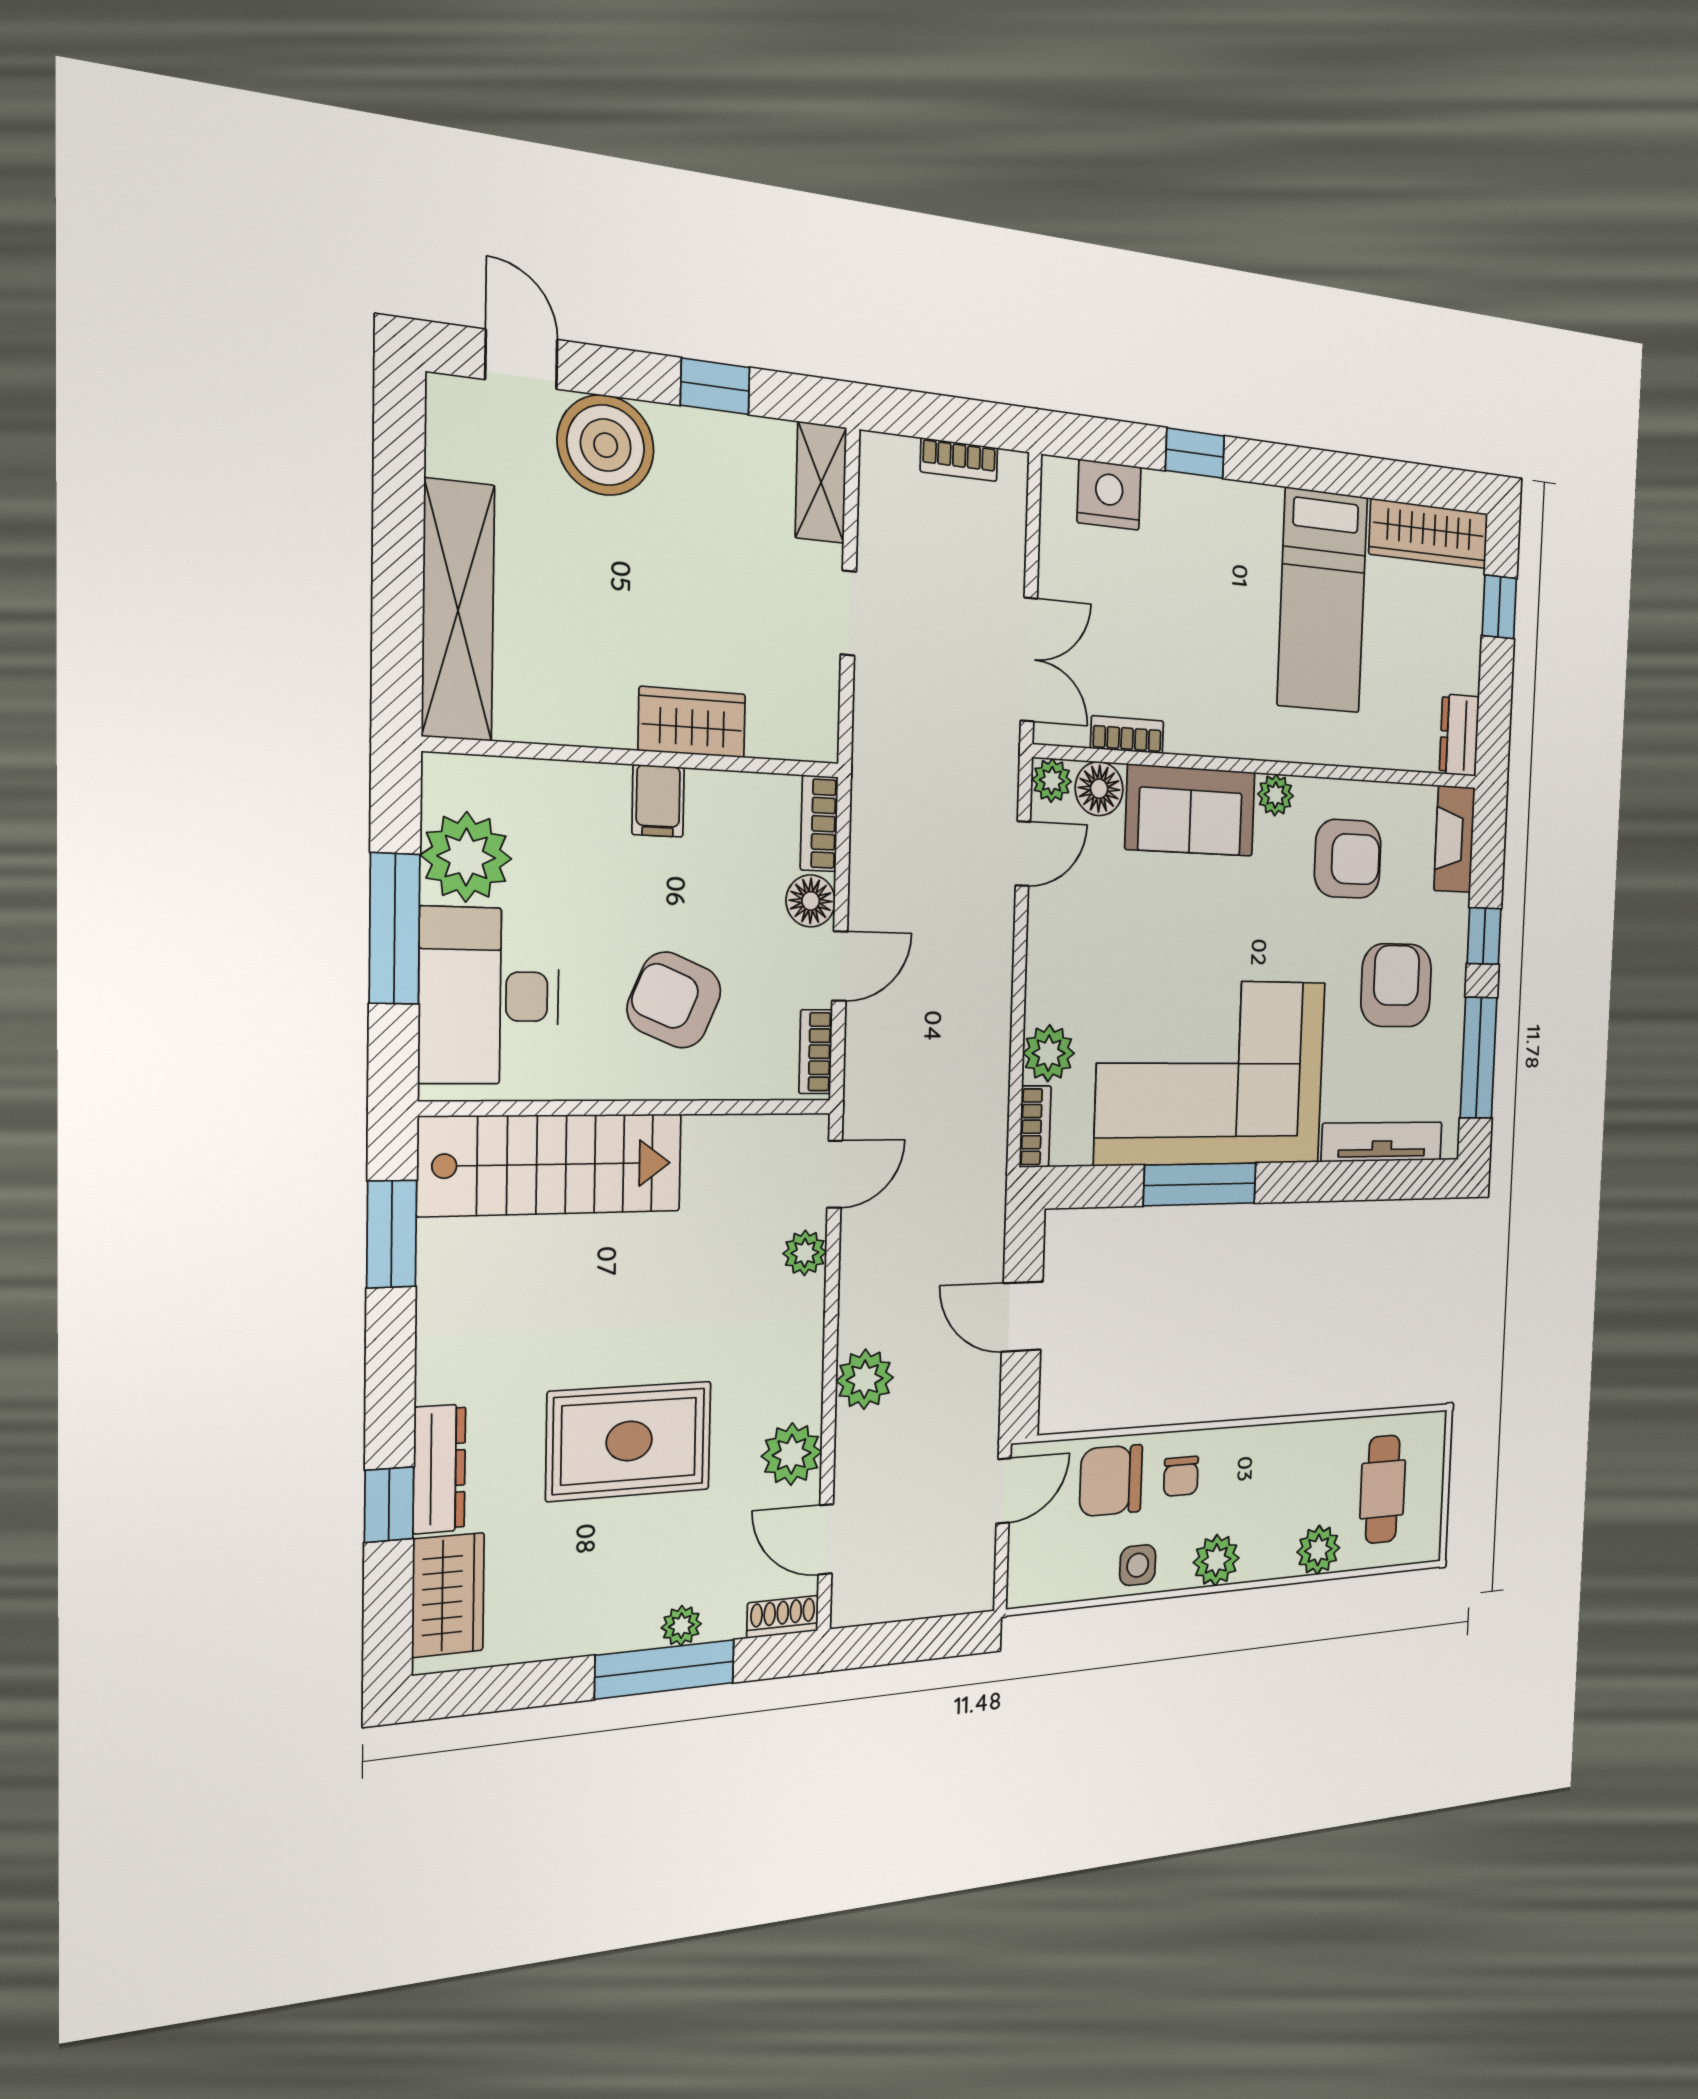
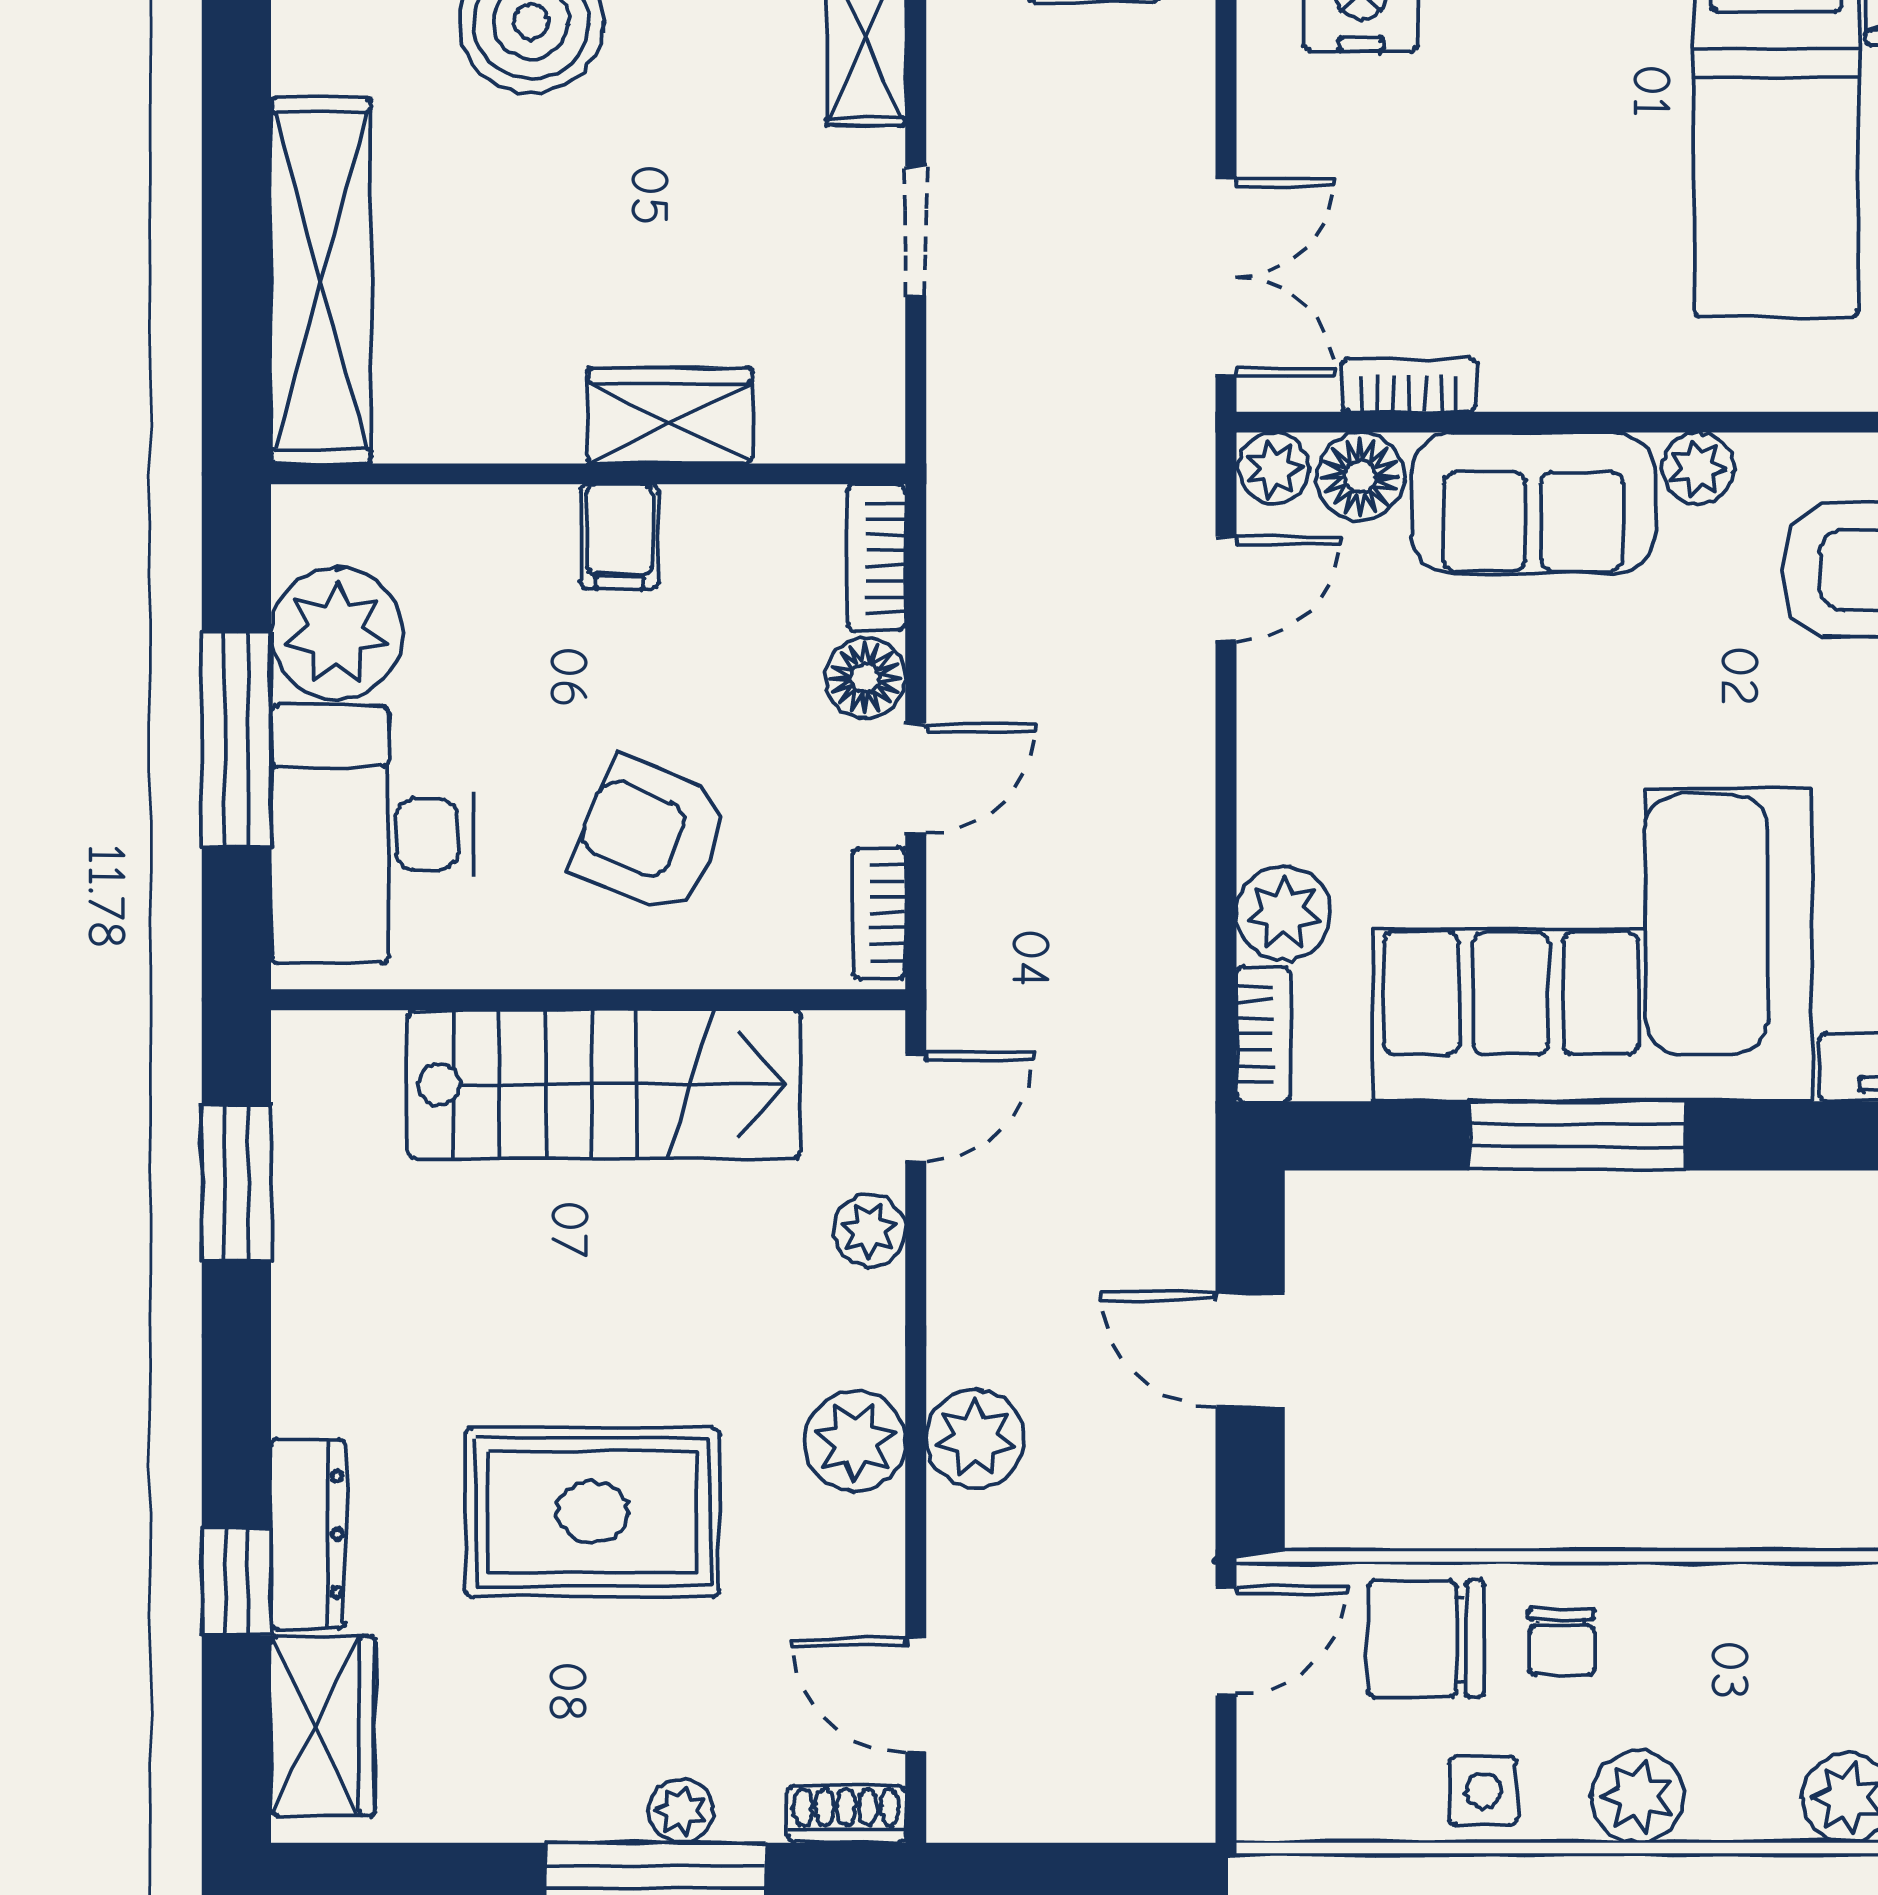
stairs: (552, 1164) -> (604, 1084), moved
plant: (792, 1454) -> (855, 1441), moved

